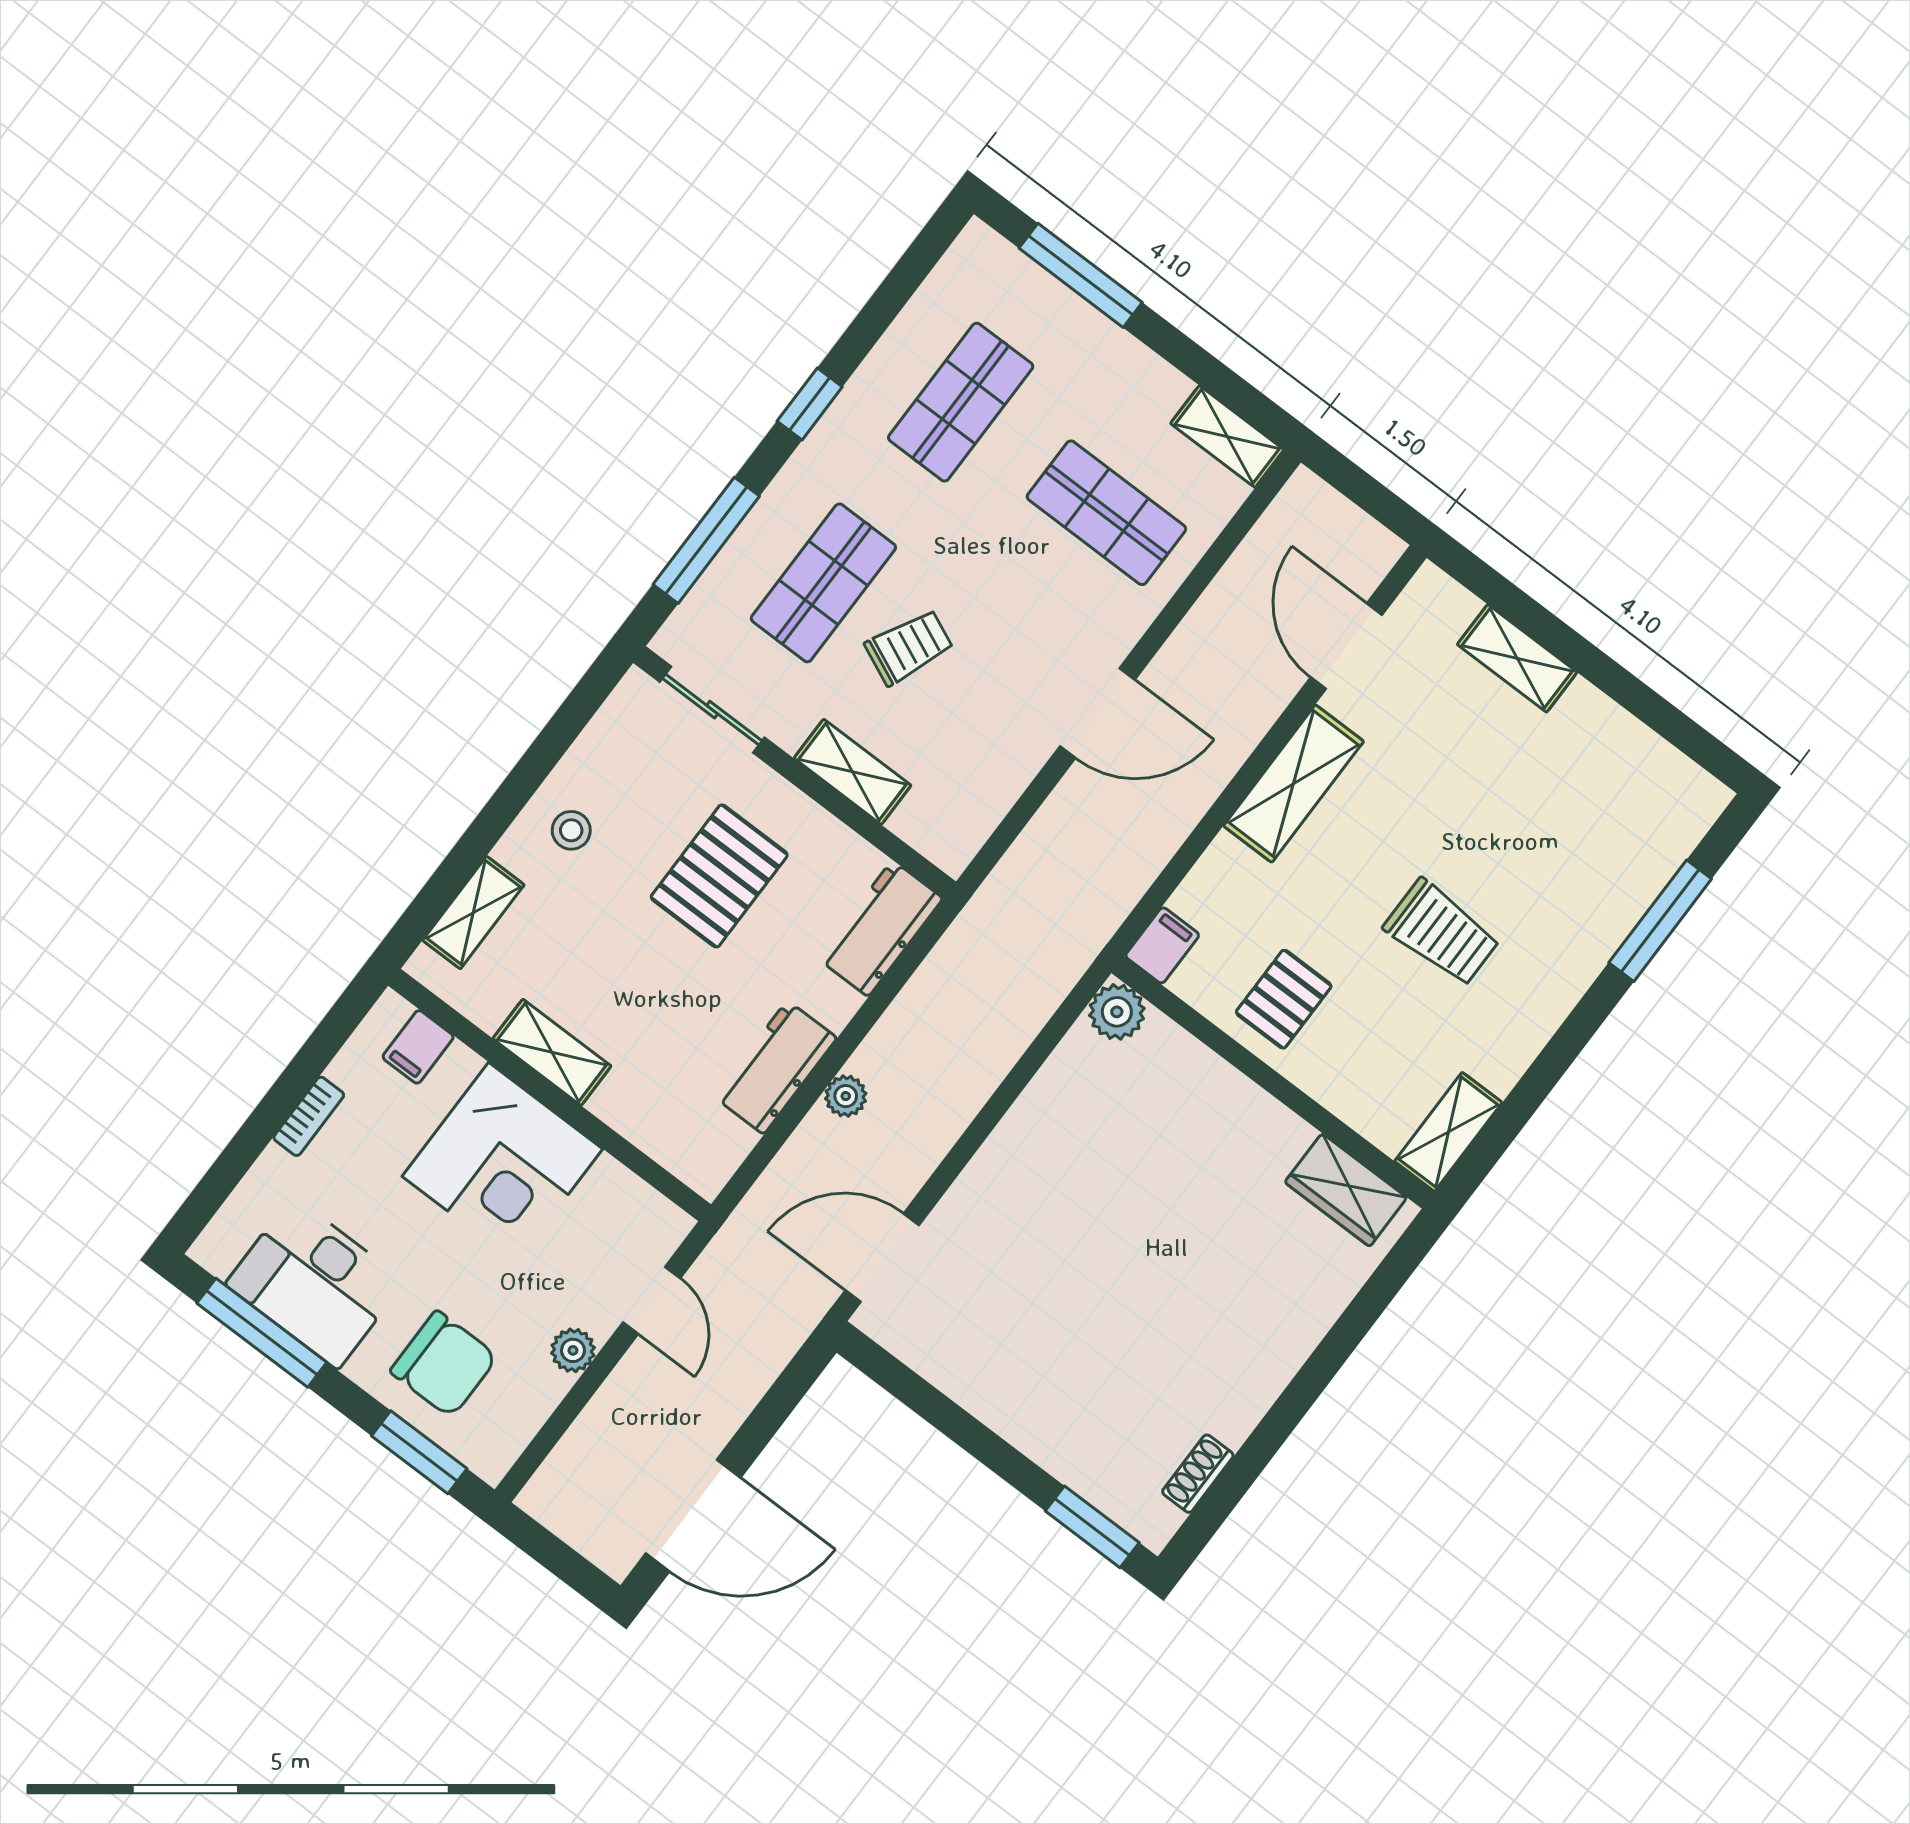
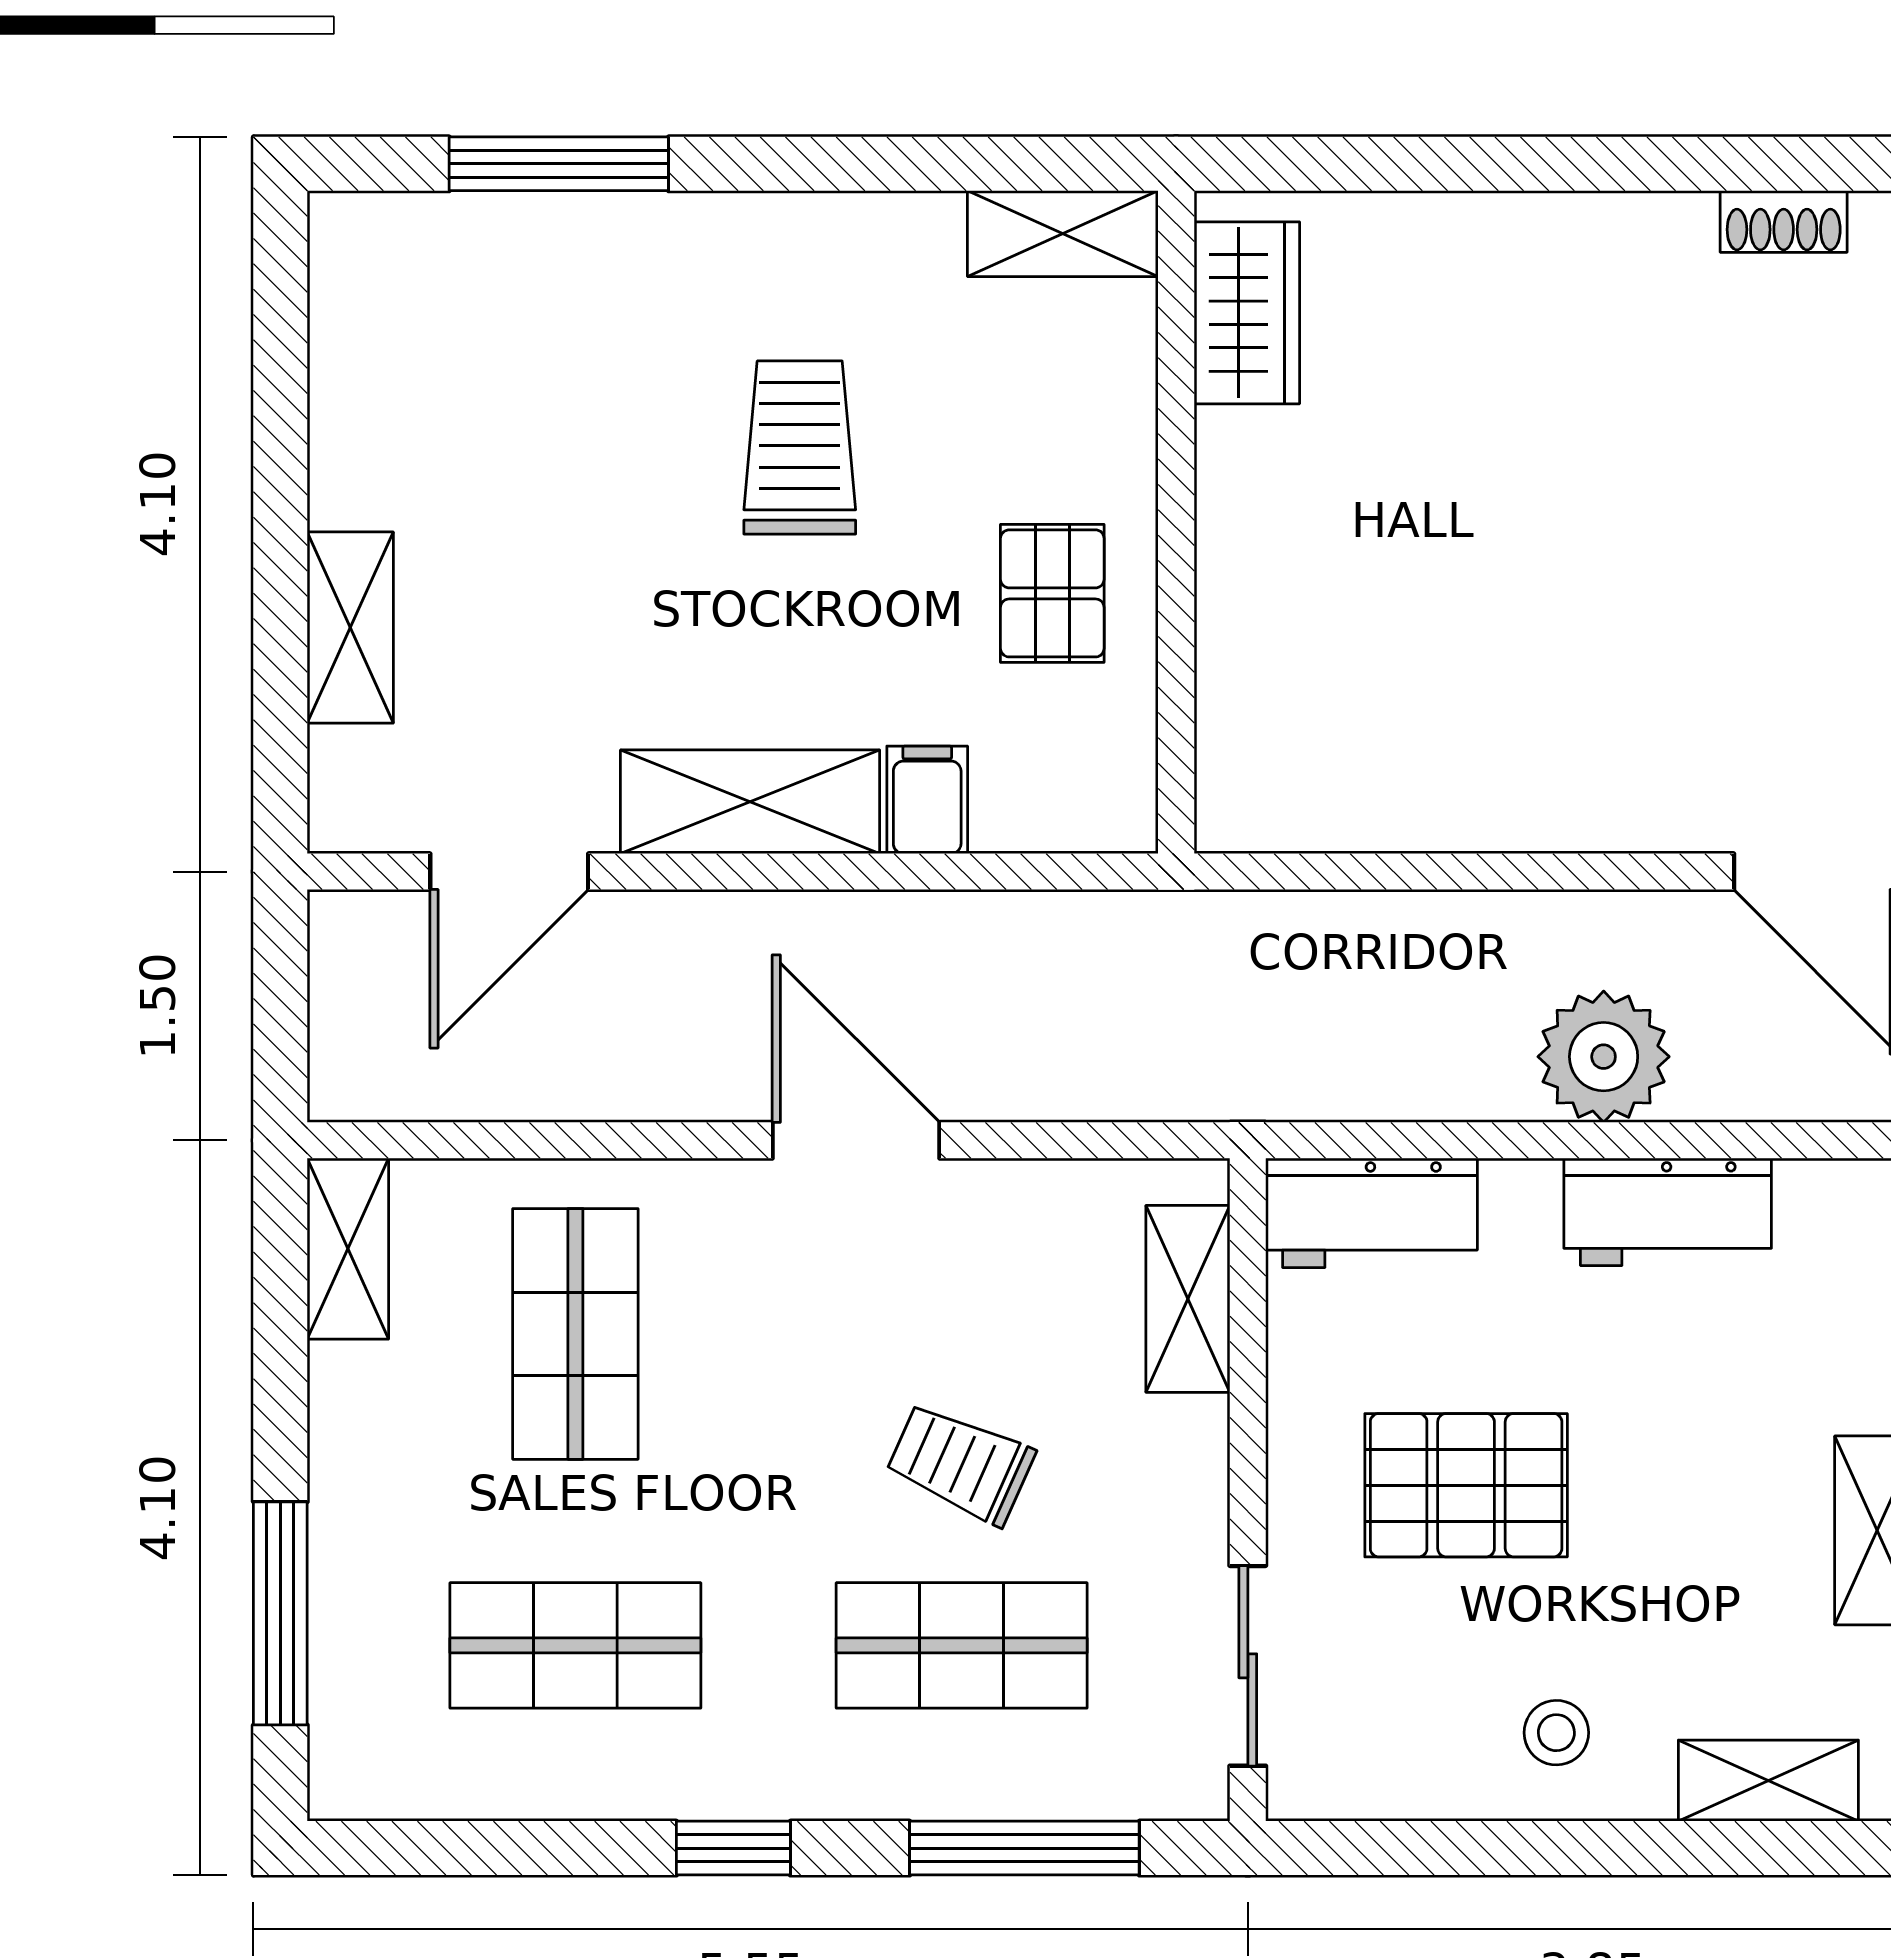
shelving: (852, 772) -> (1188, 1299), moved
filing cabinet: (1162, 945) -> (927, 800), moved, turned 90
pallet: (1284, 999) -> (1052, 593), turned 90
plant: (1117, 1012) -> (1241, 806), removed
plant: (846, 1096) -> (1604, 1057), width x1.88, depth x1.88

